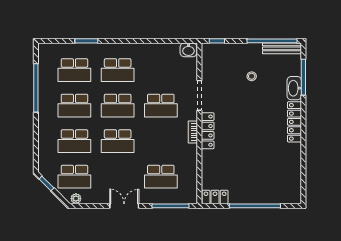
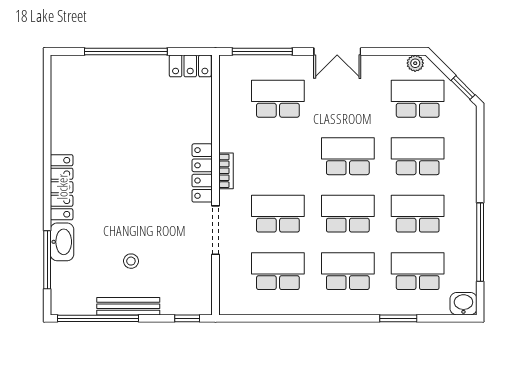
bench: (282, 48) -> (128, 306), moved
washbasin: (188, 50) -> (463, 304), moved
school desk: (161, 70) -> (278, 271), added

